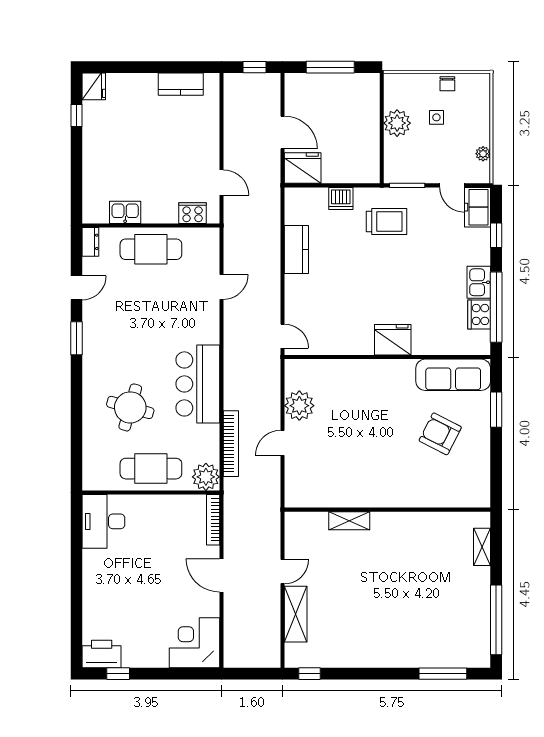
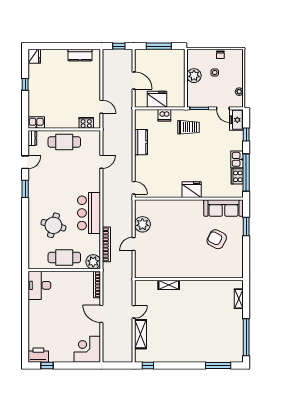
window: (77, 115) -> (25, 84), moved
fridge: (303, 168) -> (157, 99), moved
kitchen sink: (125, 212) -> (36, 123), moved

